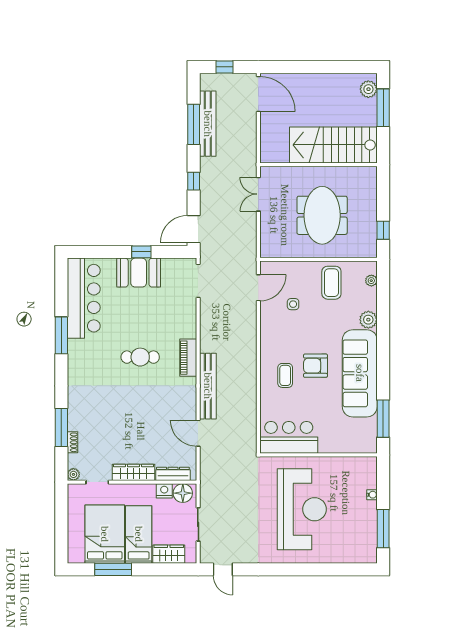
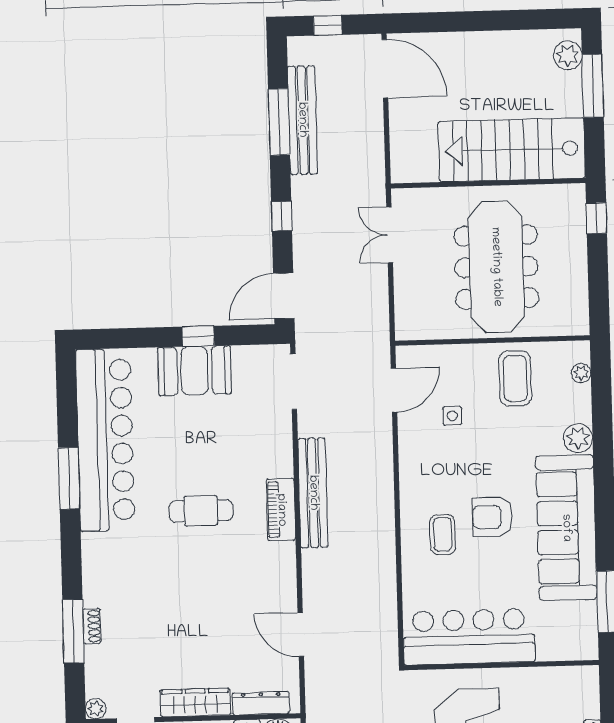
meeting table: (322, 215) -> (496, 267), width x1.36
window: (383, 230) -> (596, 218), moved
bar counter: (84, 298) -> (105, 440), width x1.36
bench: (208, 386) -> (313, 493), moved
bar counter: (289, 437) -> (469, 637), width x1.36
shoe rack: (72, 442) -> (92, 626), moved

